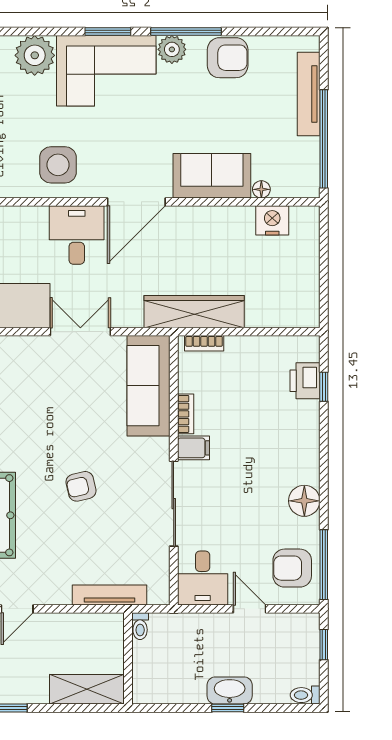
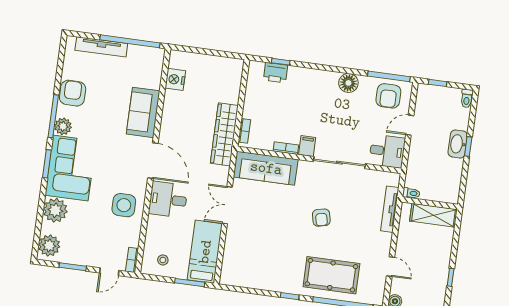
floor lamp: (261, 189) -> (155, 83), removed
shelving: (87, 689) -> (434, 215), moved, turned 90

